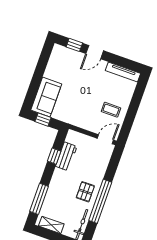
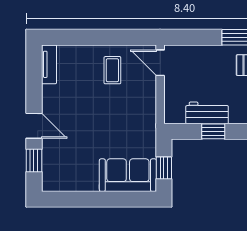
tv unit: (123, 72) -> (49, 64), width x0.71

